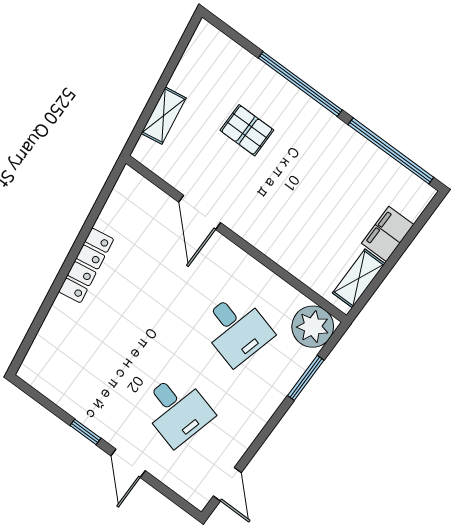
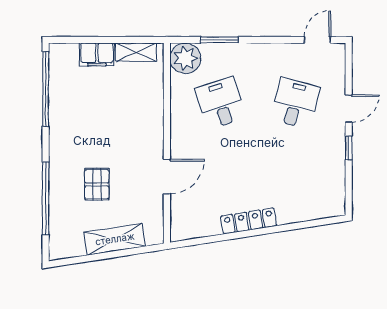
window: (300, 84) -> (46, 198), moved
shelving: (164, 116) -> (115, 239), width x1.50, depth x1.33
desk: (236, 329) -> (220, 103), turned -33

